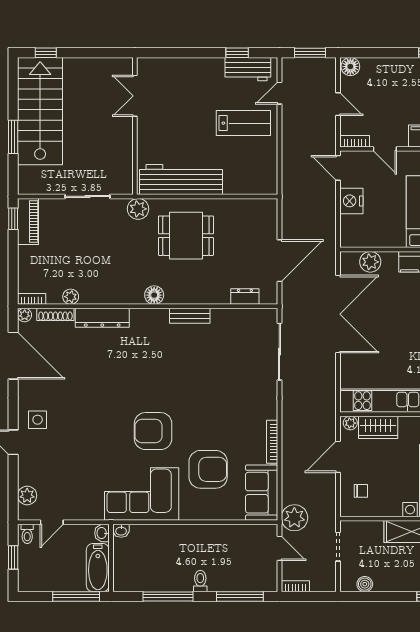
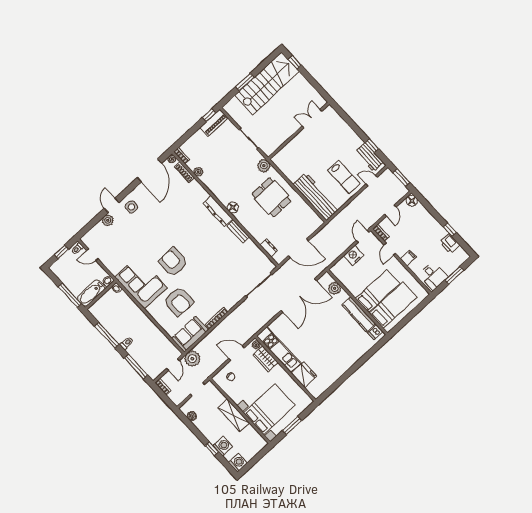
workbench: (181, 180) -> (316, 196), moved
dresser: (102, 318) -> (218, 211), moved
plant: (27, 496) -> (108, 220), moved

